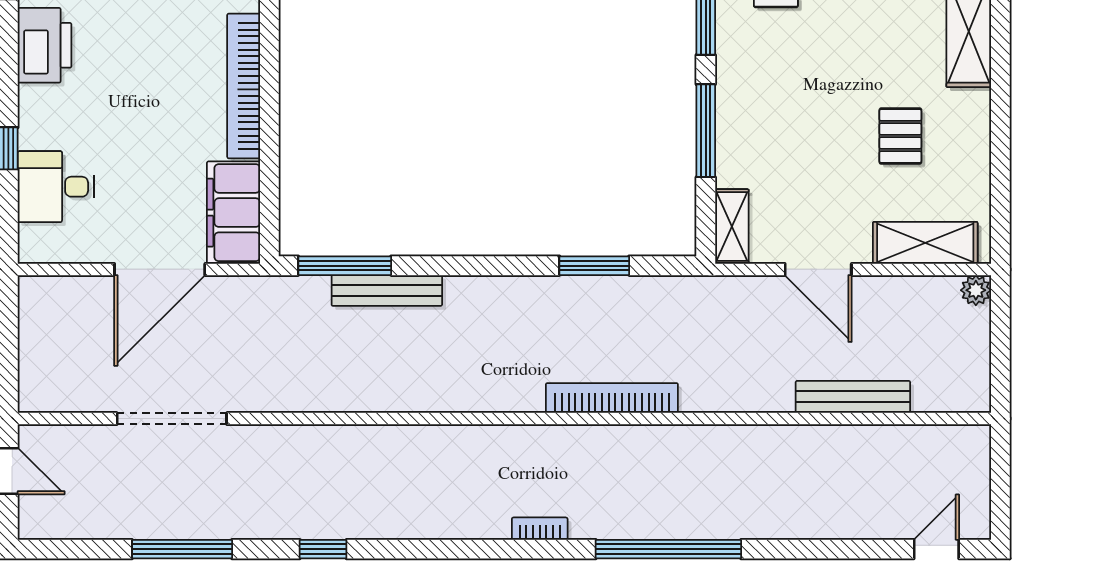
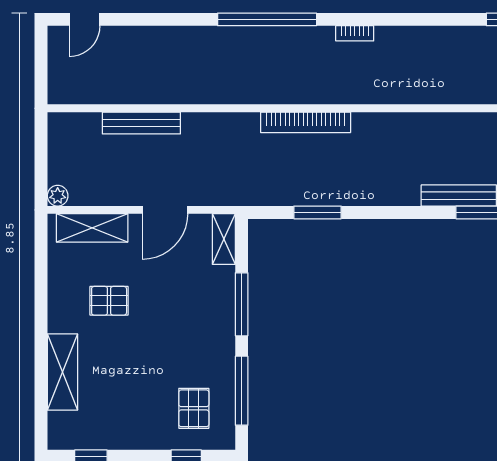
pallet: (900, 136) -> (109, 301), turned 90
door: (818, 269) -> (165, 210), swing flipped

